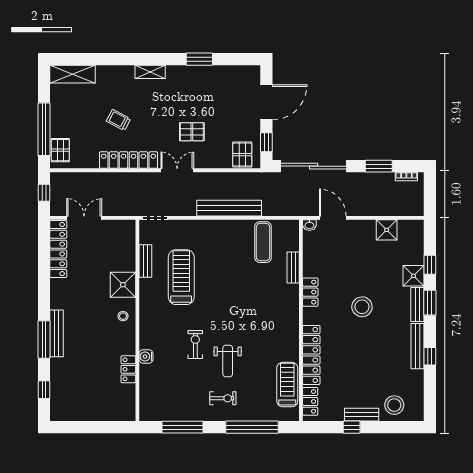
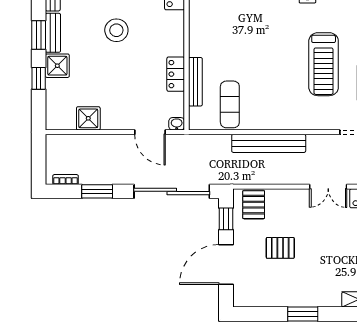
pallet: (192, 132) -> (280, 248), moved
bench: (293, 267) -> (195, 82), width x1.36
locker: (310, 292) -> (176, 74), moved

